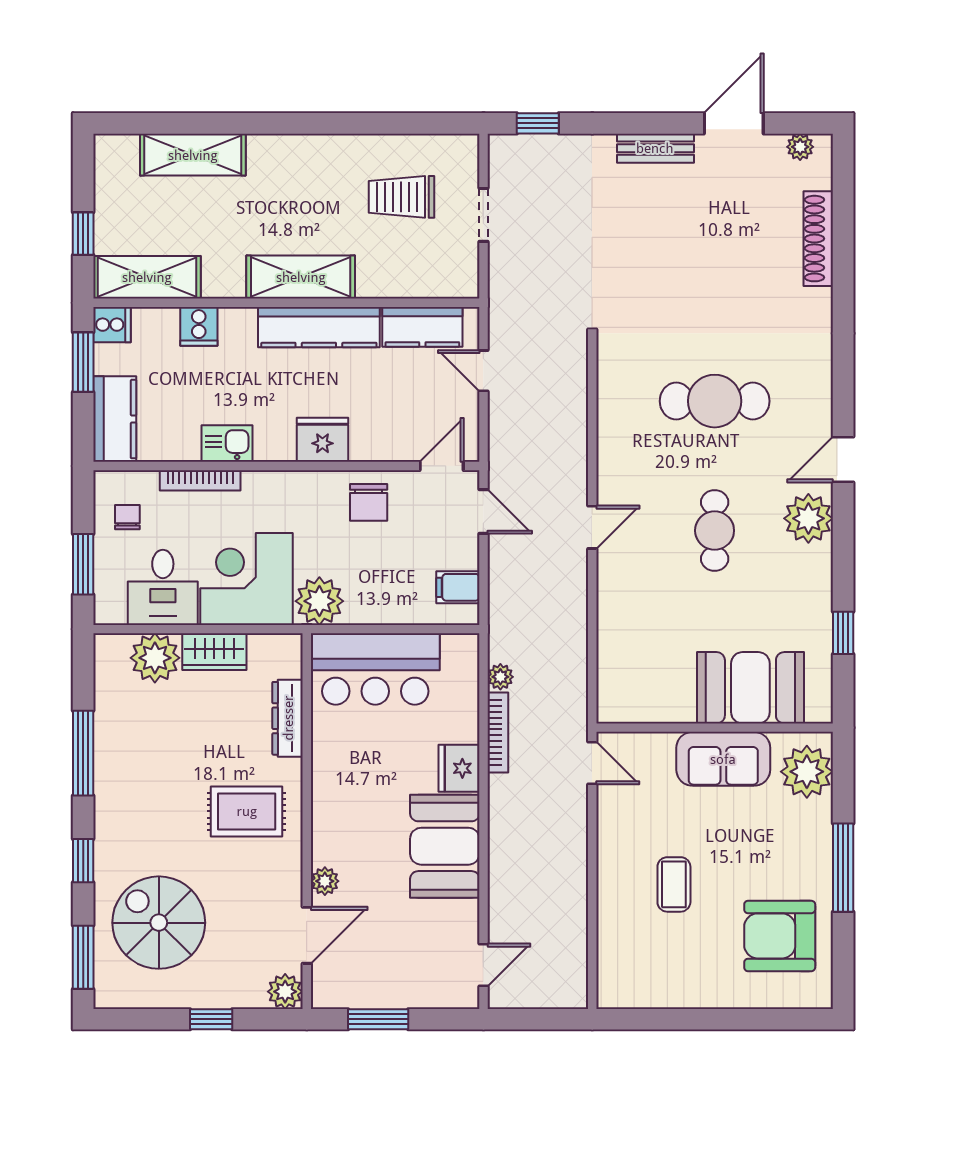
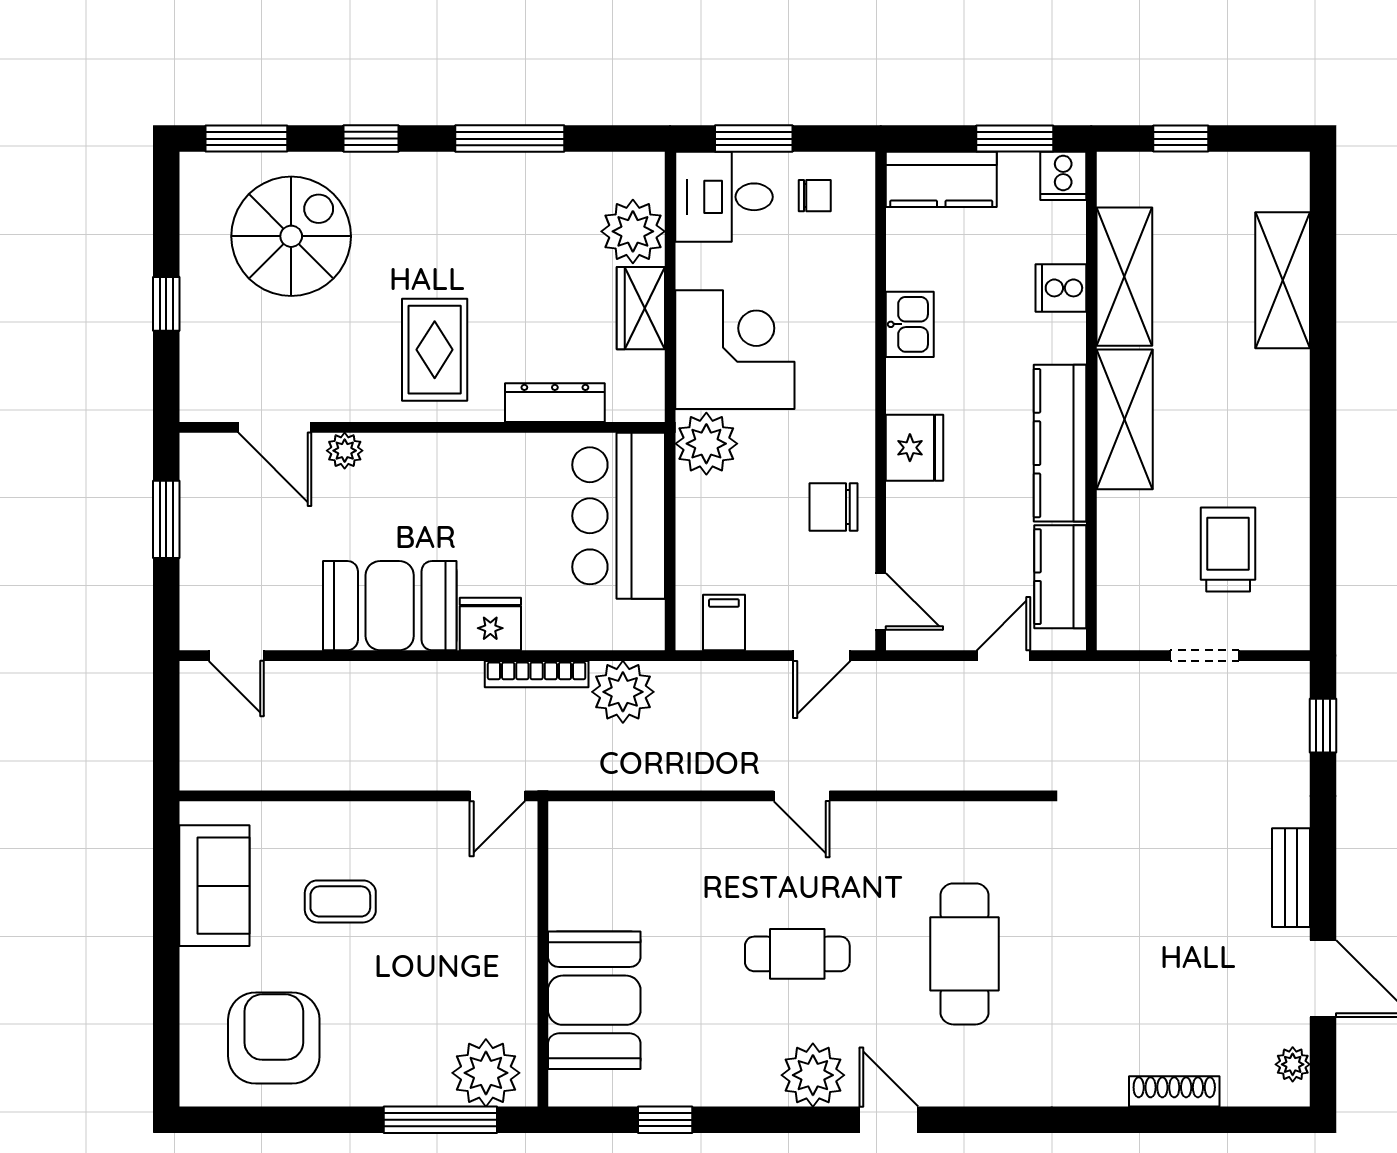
shoe rack: (818, 239) -> (1174, 1091), width x0.74, depth x0.81
shelving: (147, 277) -> (1124, 277), moved
bookcase: (200, 480) -> (862, 290), removed
desk: (163, 587) -> (724, 197), moved
plant: (500, 677) -> (623, 692), width x1.87, depth x1.87
sofa: (723, 759) -> (214, 886), moved, turned 180
window: (843, 868) -> (440, 1120), moved
plant: (285, 992) -> (202, 399), removed

